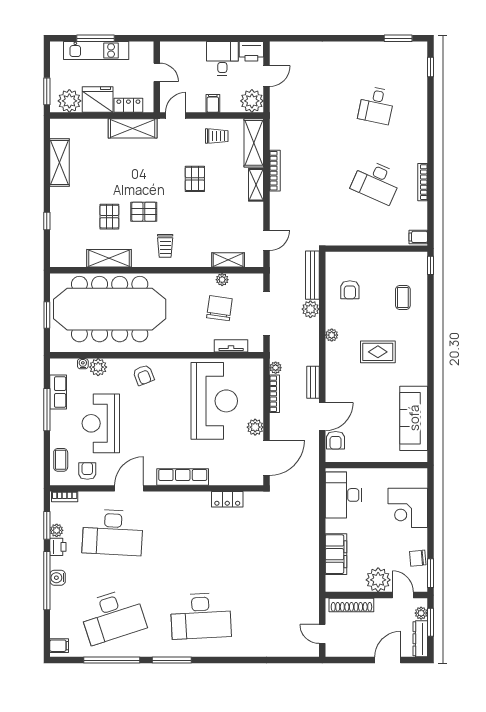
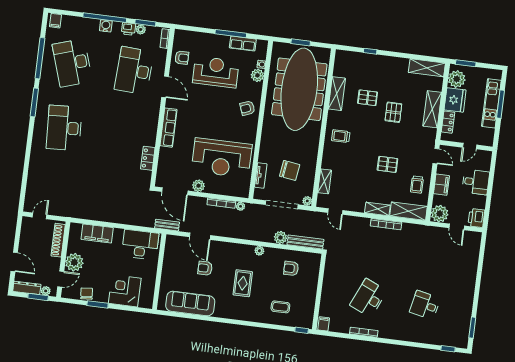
desk: (222, 58) -> (476, 182), moved
filing cabinet: (213, 103) -> (441, 185), width x2.00
shelving: (133, 128) -> (432, 109), moved
shelving: (60, 163) -> (427, 68), moved
pallet: (144, 212) -> (393, 112), moved
plant: (222, 280) -> (307, 201), moved
bench: (313, 382) -> (167, 225), moved
armchair: (336, 440) -> (205, 268), moved
coffee table: (61, 460) -> (193, 39), removed
window: (430, 573) -> (98, 304), moved

